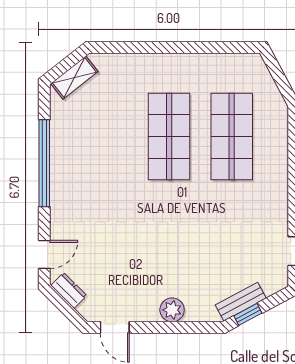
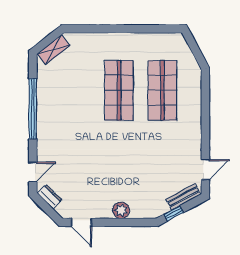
bench: (241, 302) -> (183, 197), moved

